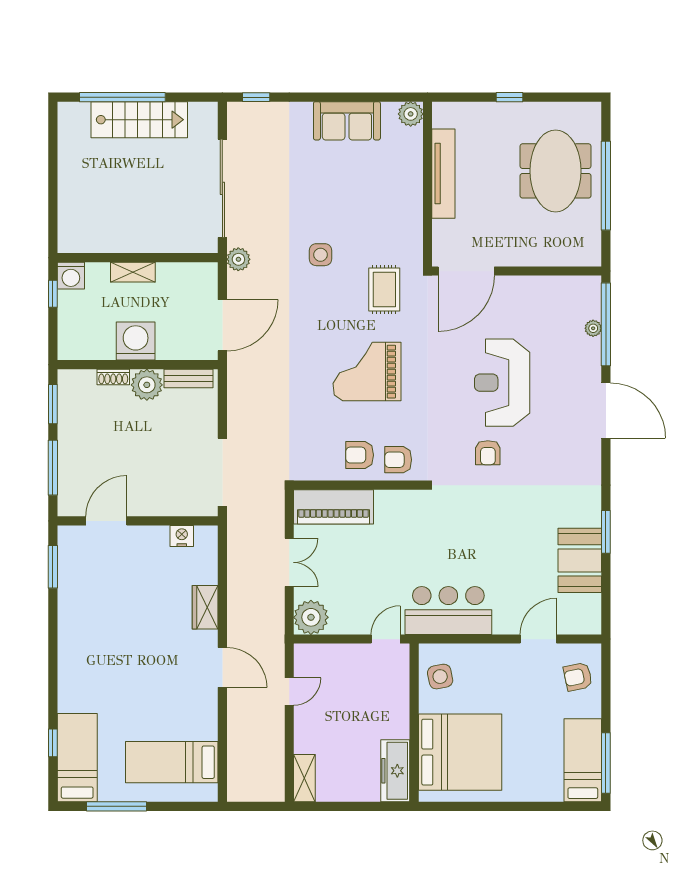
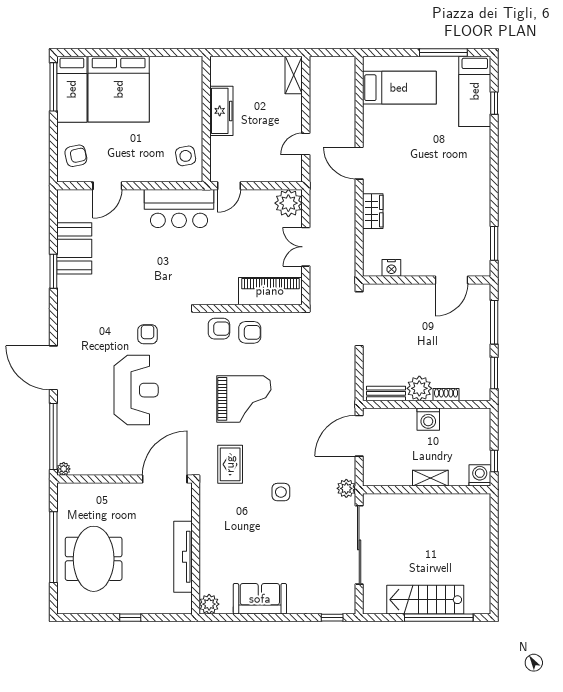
plant: (593, 328) -> (64, 469), moved
washing machine: (136, 341) -> (428, 419), width x0.73, depth x0.73
bed: (460, 752) -> (119, 89), moved, turned -90
freezer: (395, 771) -> (221, 111), moved

